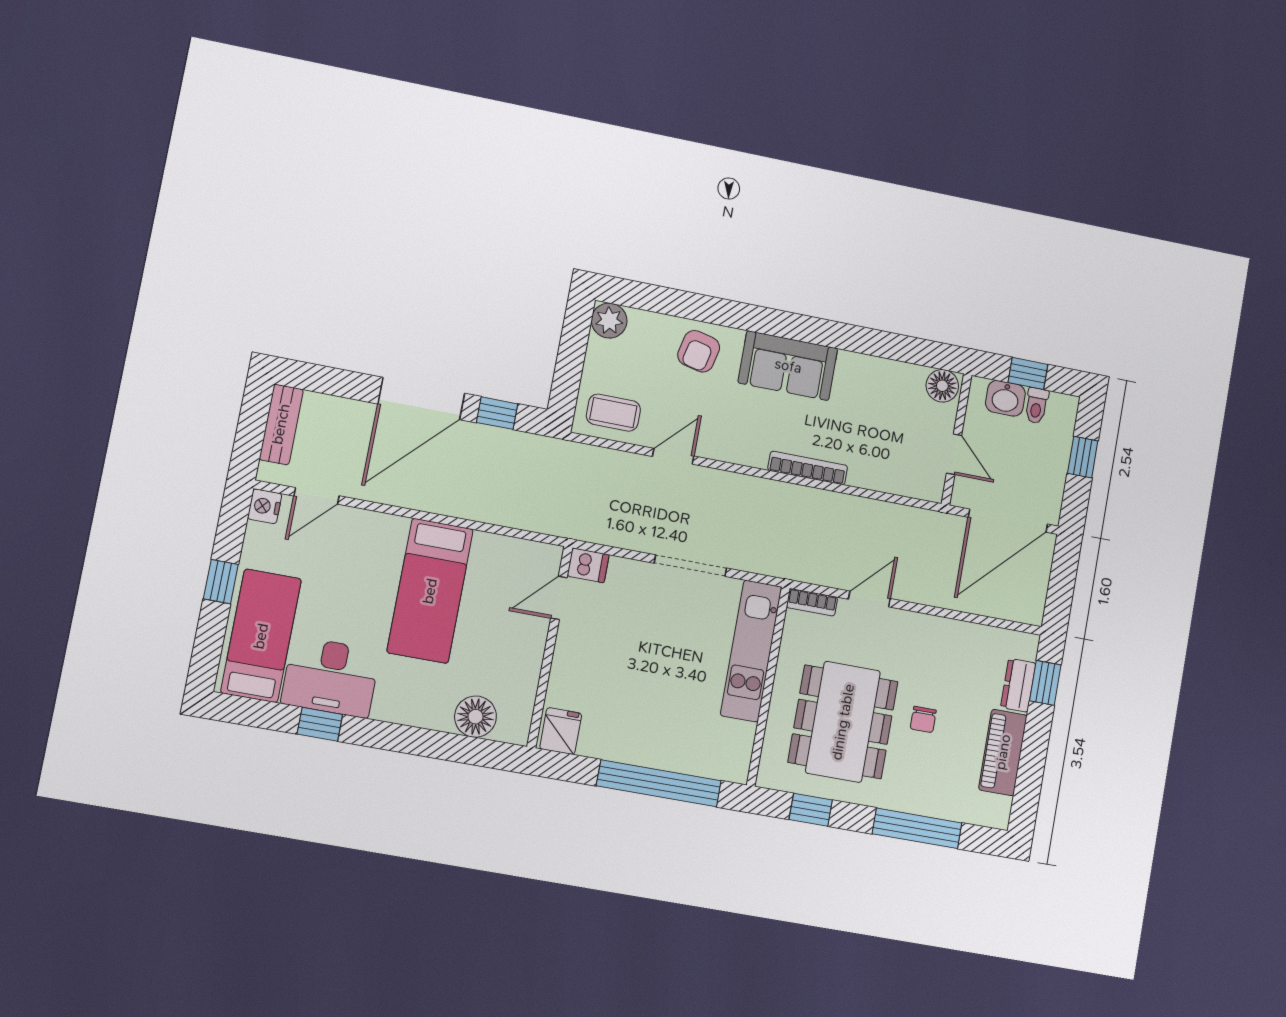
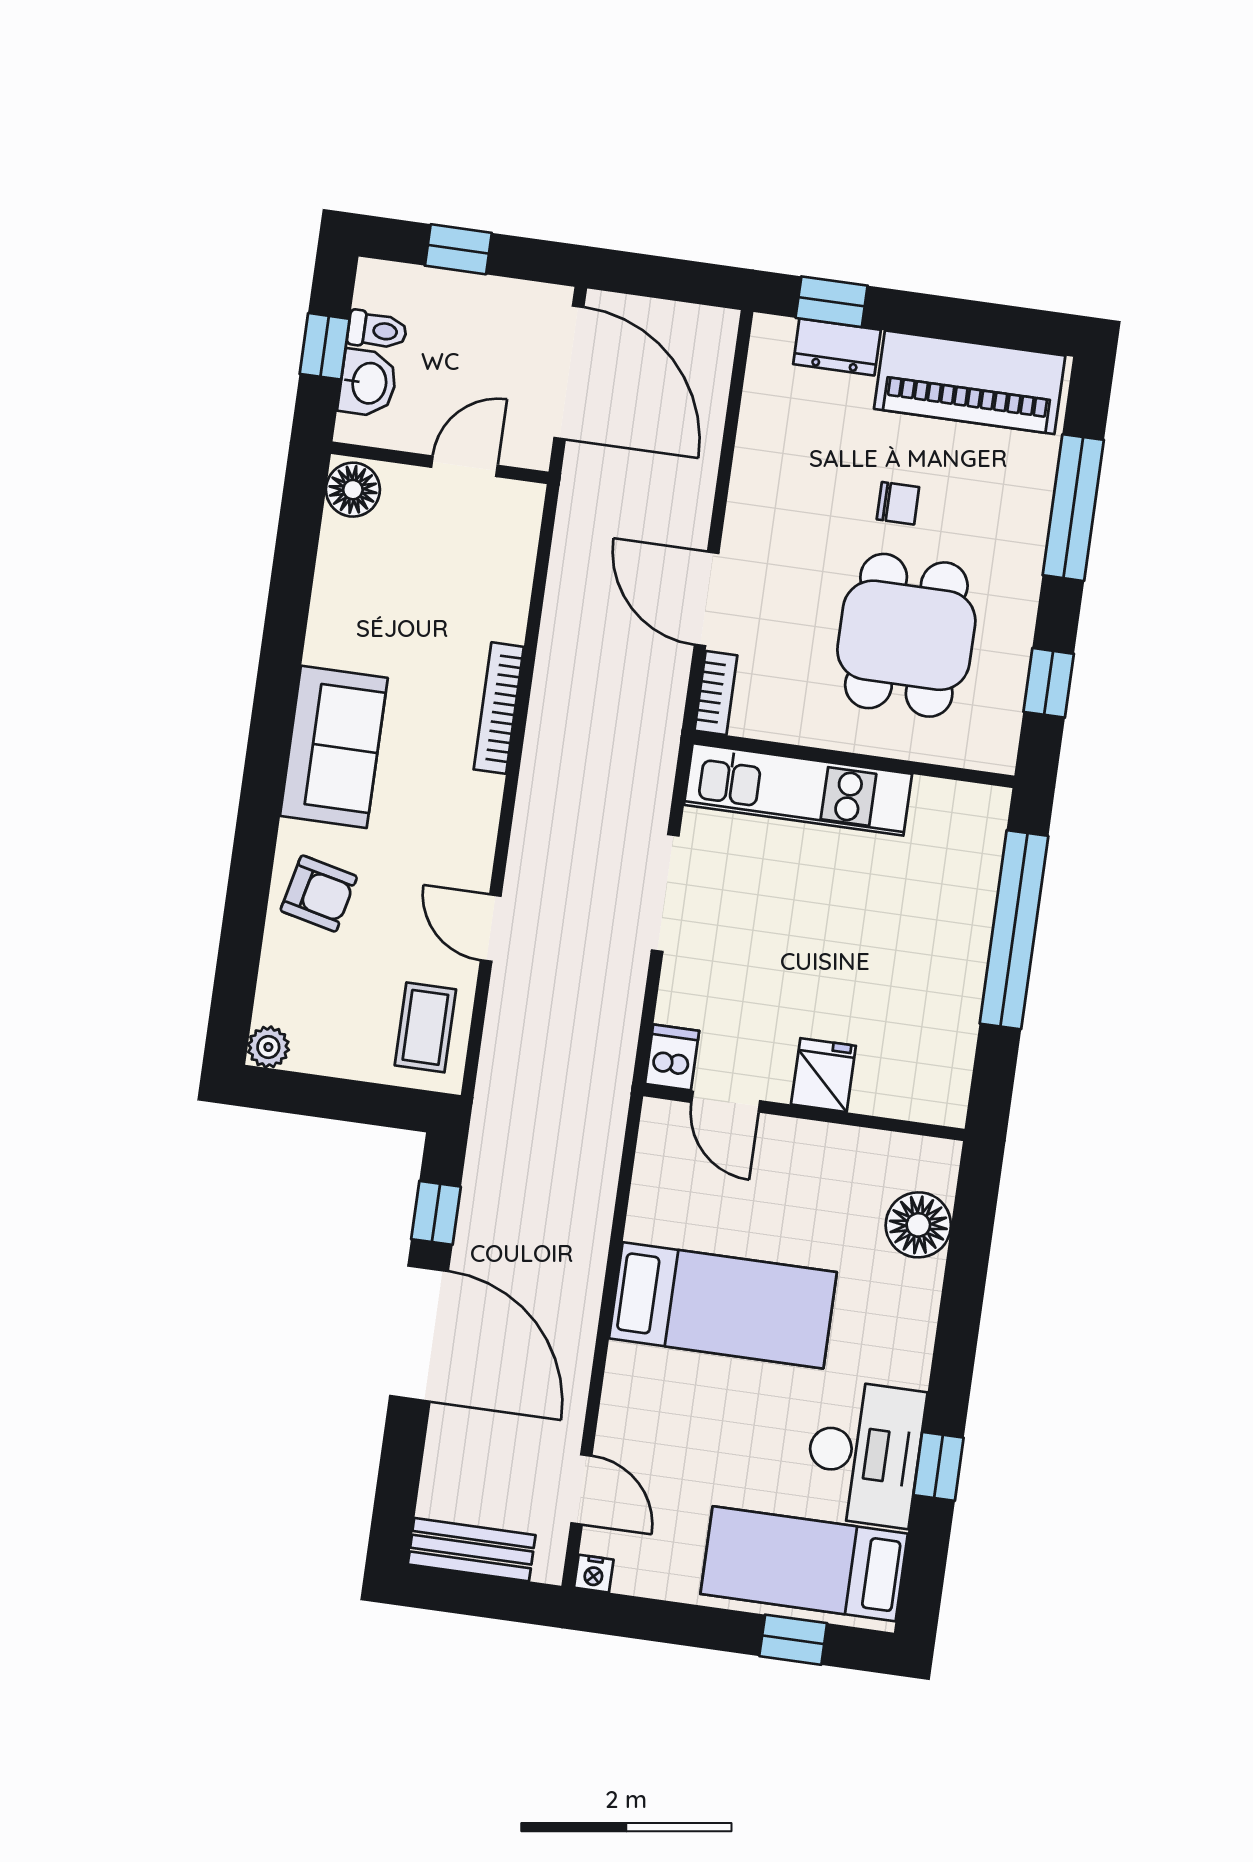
plant: (609, 321) -> (268, 1047), width x0.73, depth x0.73
nightstand: (265, 506) -> (594, 1574), width x0.72, depth x0.74
window: (221, 582) -> (793, 1640), moved
door: (869, 599) -> (707, 599), width x1.38
dining table: (843, 722) -> (906, 635), width x0.73
fridge: (561, 731) -> (823, 1075), moved, turned 90
piano: (1003, 752) -> (970, 382), width x1.37, depth x1.33

